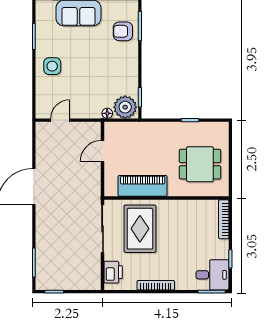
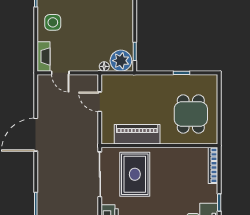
fireplace: (42, 103) -> (44, 56), added
door: (60, 120) -> (60, 73), swing flipped
door: (103, 151) -> (100, 102), hinge flipped
dining table: (200, 164) -> (191, 114), turned 90

